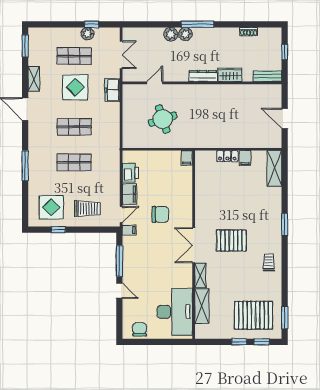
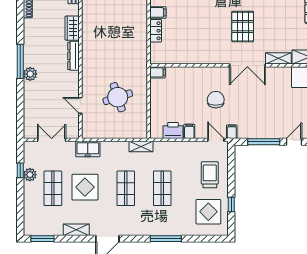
plant: (171, 34) -> (30, 89), removed
shelving: (115, 142) -> (141, 146), added
filing cabinet: (129, 194) -> (189, 131), width x0.50

